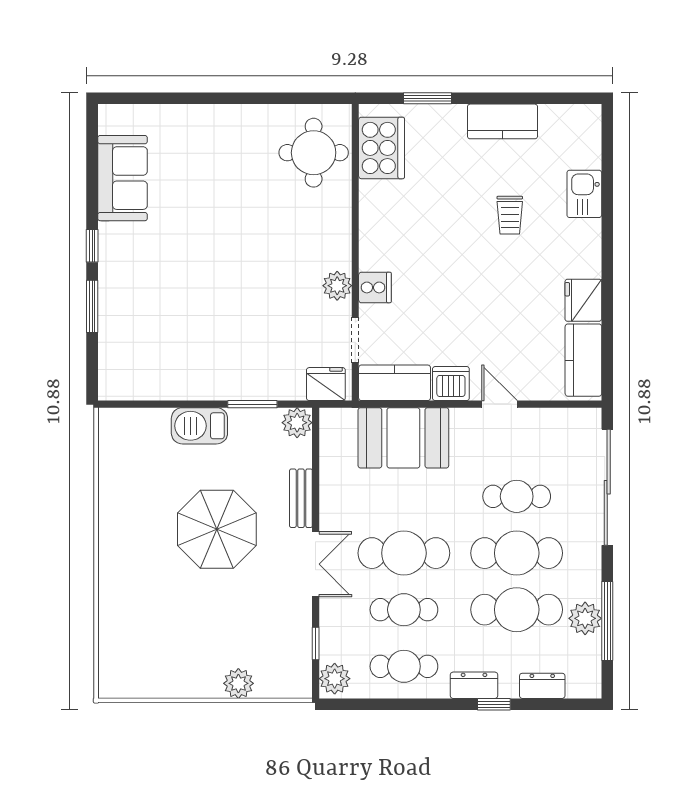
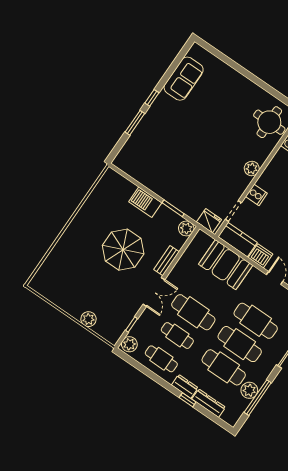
plant: (337, 286) -> (252, 169), moved
cafe table: (517, 496) -> (256, 321), width x1.37, depth x1.35
dresser: (542, 686) -> (209, 403), width x1.44

